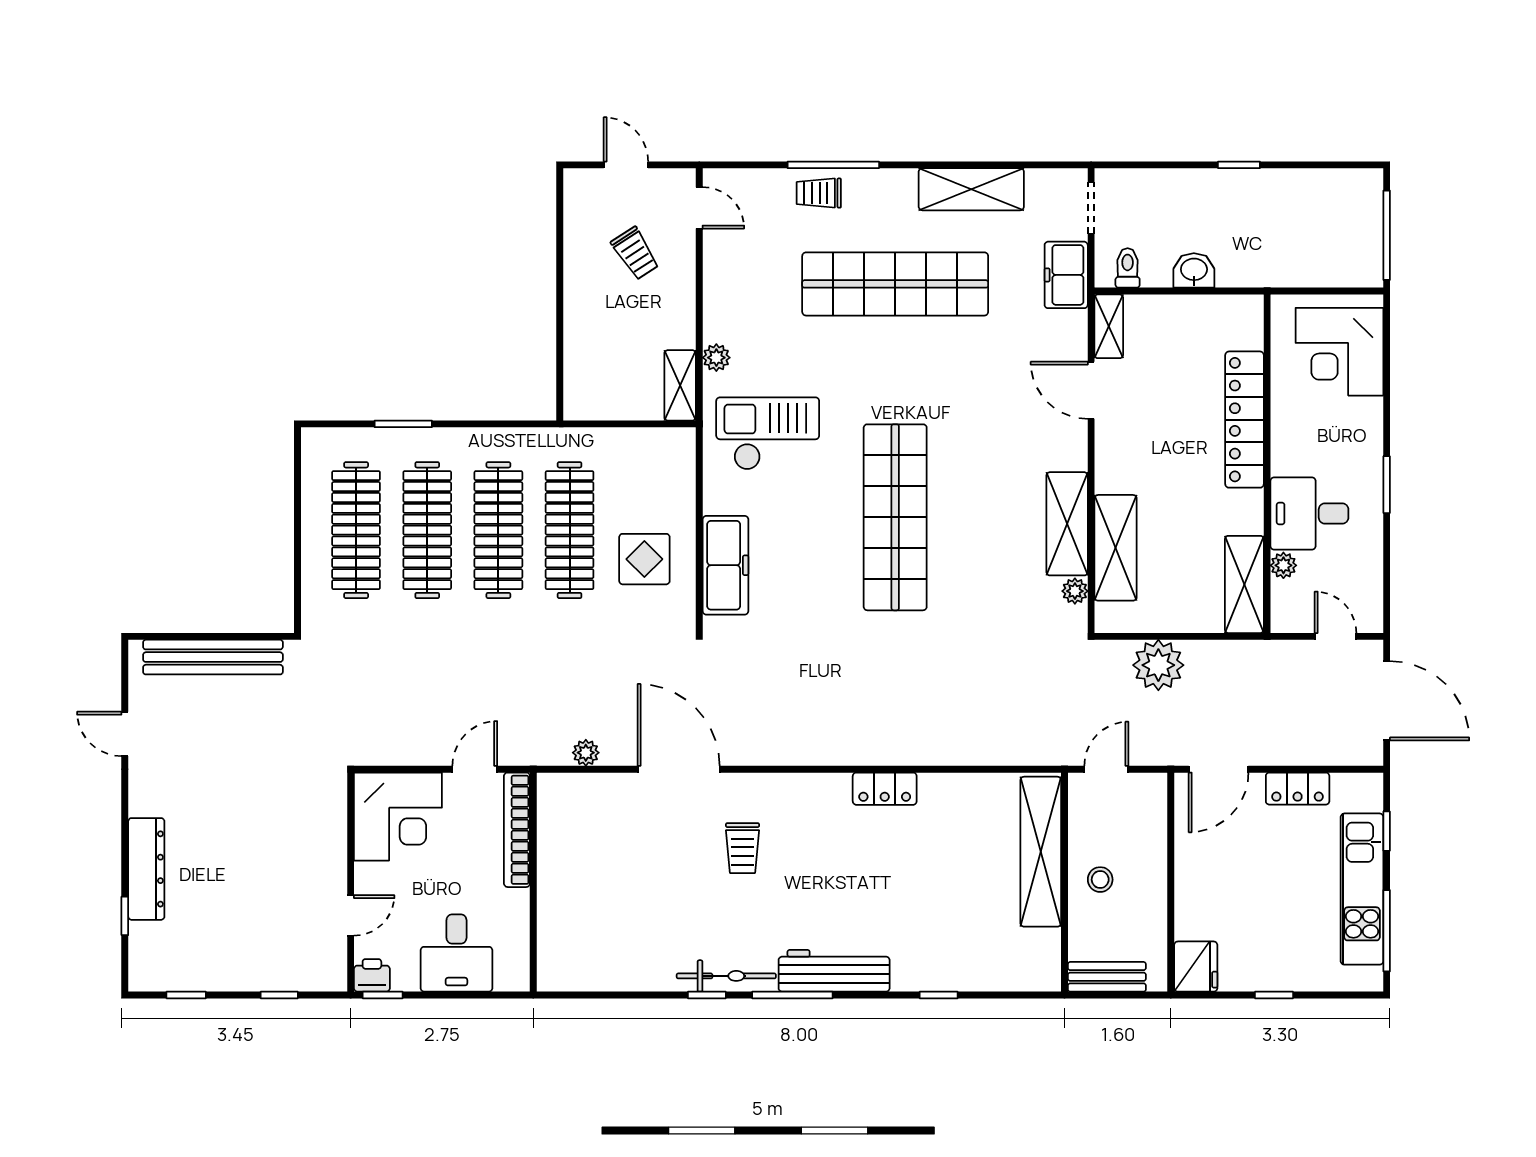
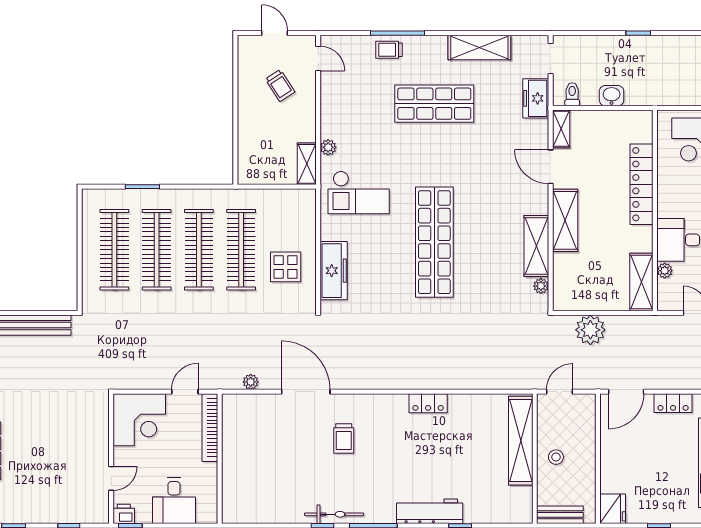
shop shelf: (895, 284) -> (434, 104), width x0.71
checkout: (768, 433) -> (359, 192), turned 180
shelving: (1116, 548) -> (565, 220), moved
workbench: (834, 971) -> (430, 511), moved

